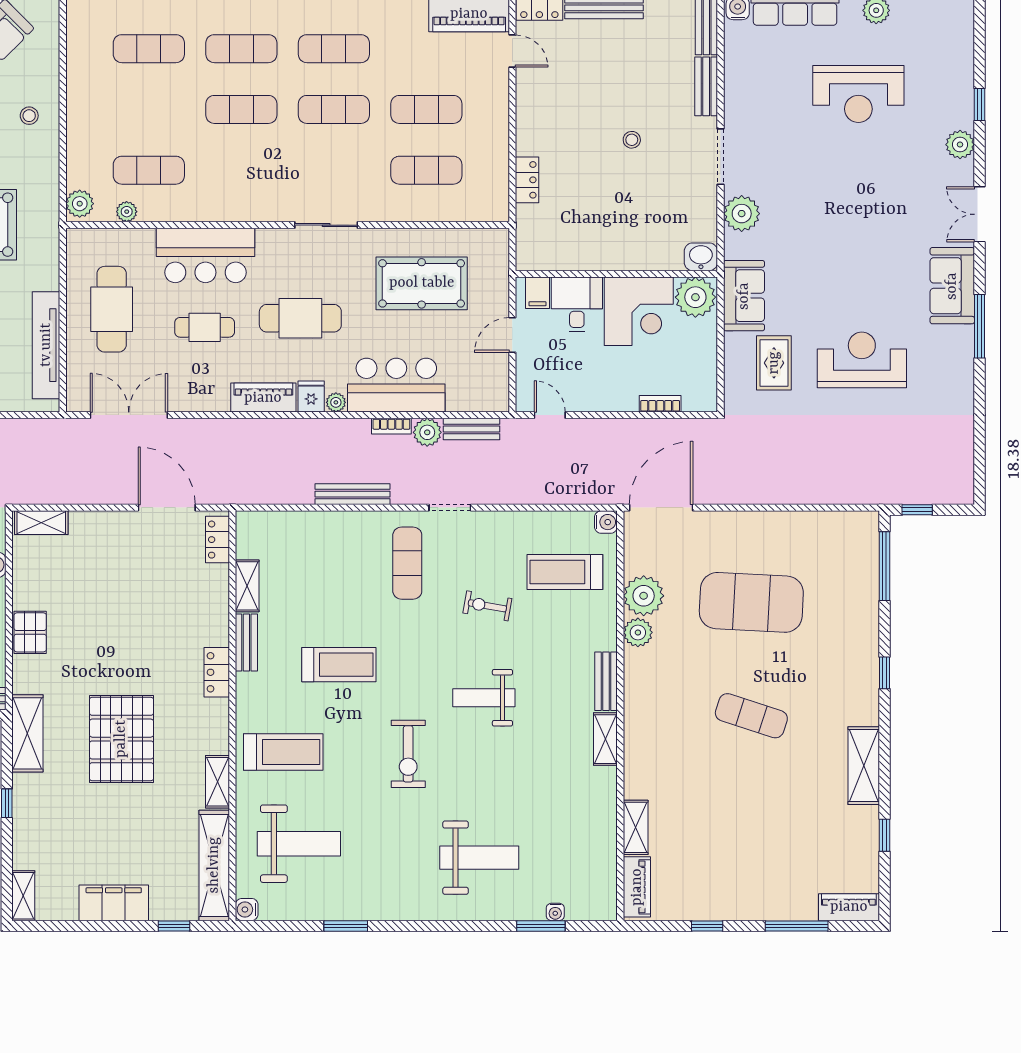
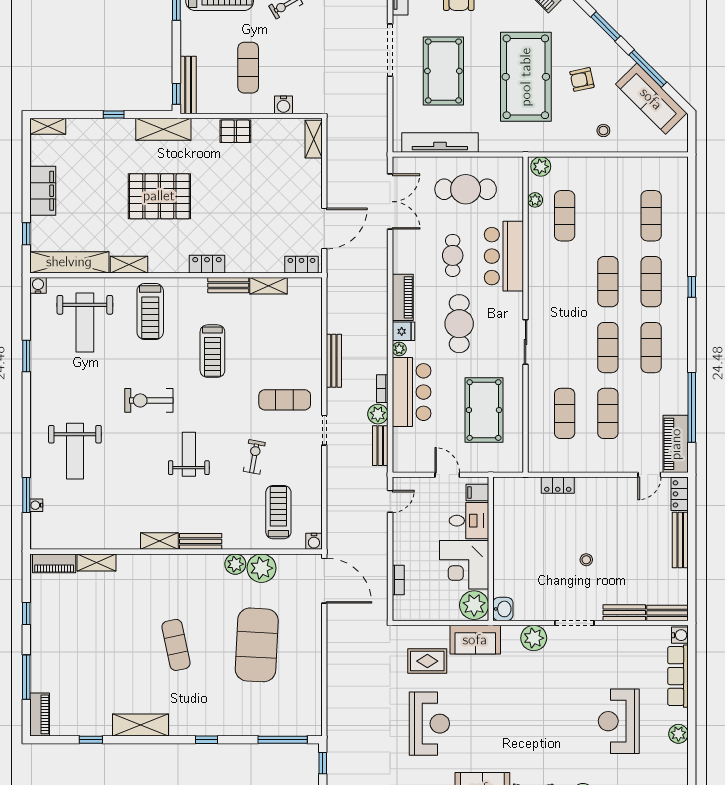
exercise mat: (751, 716) -> (176, 645), turned -30

